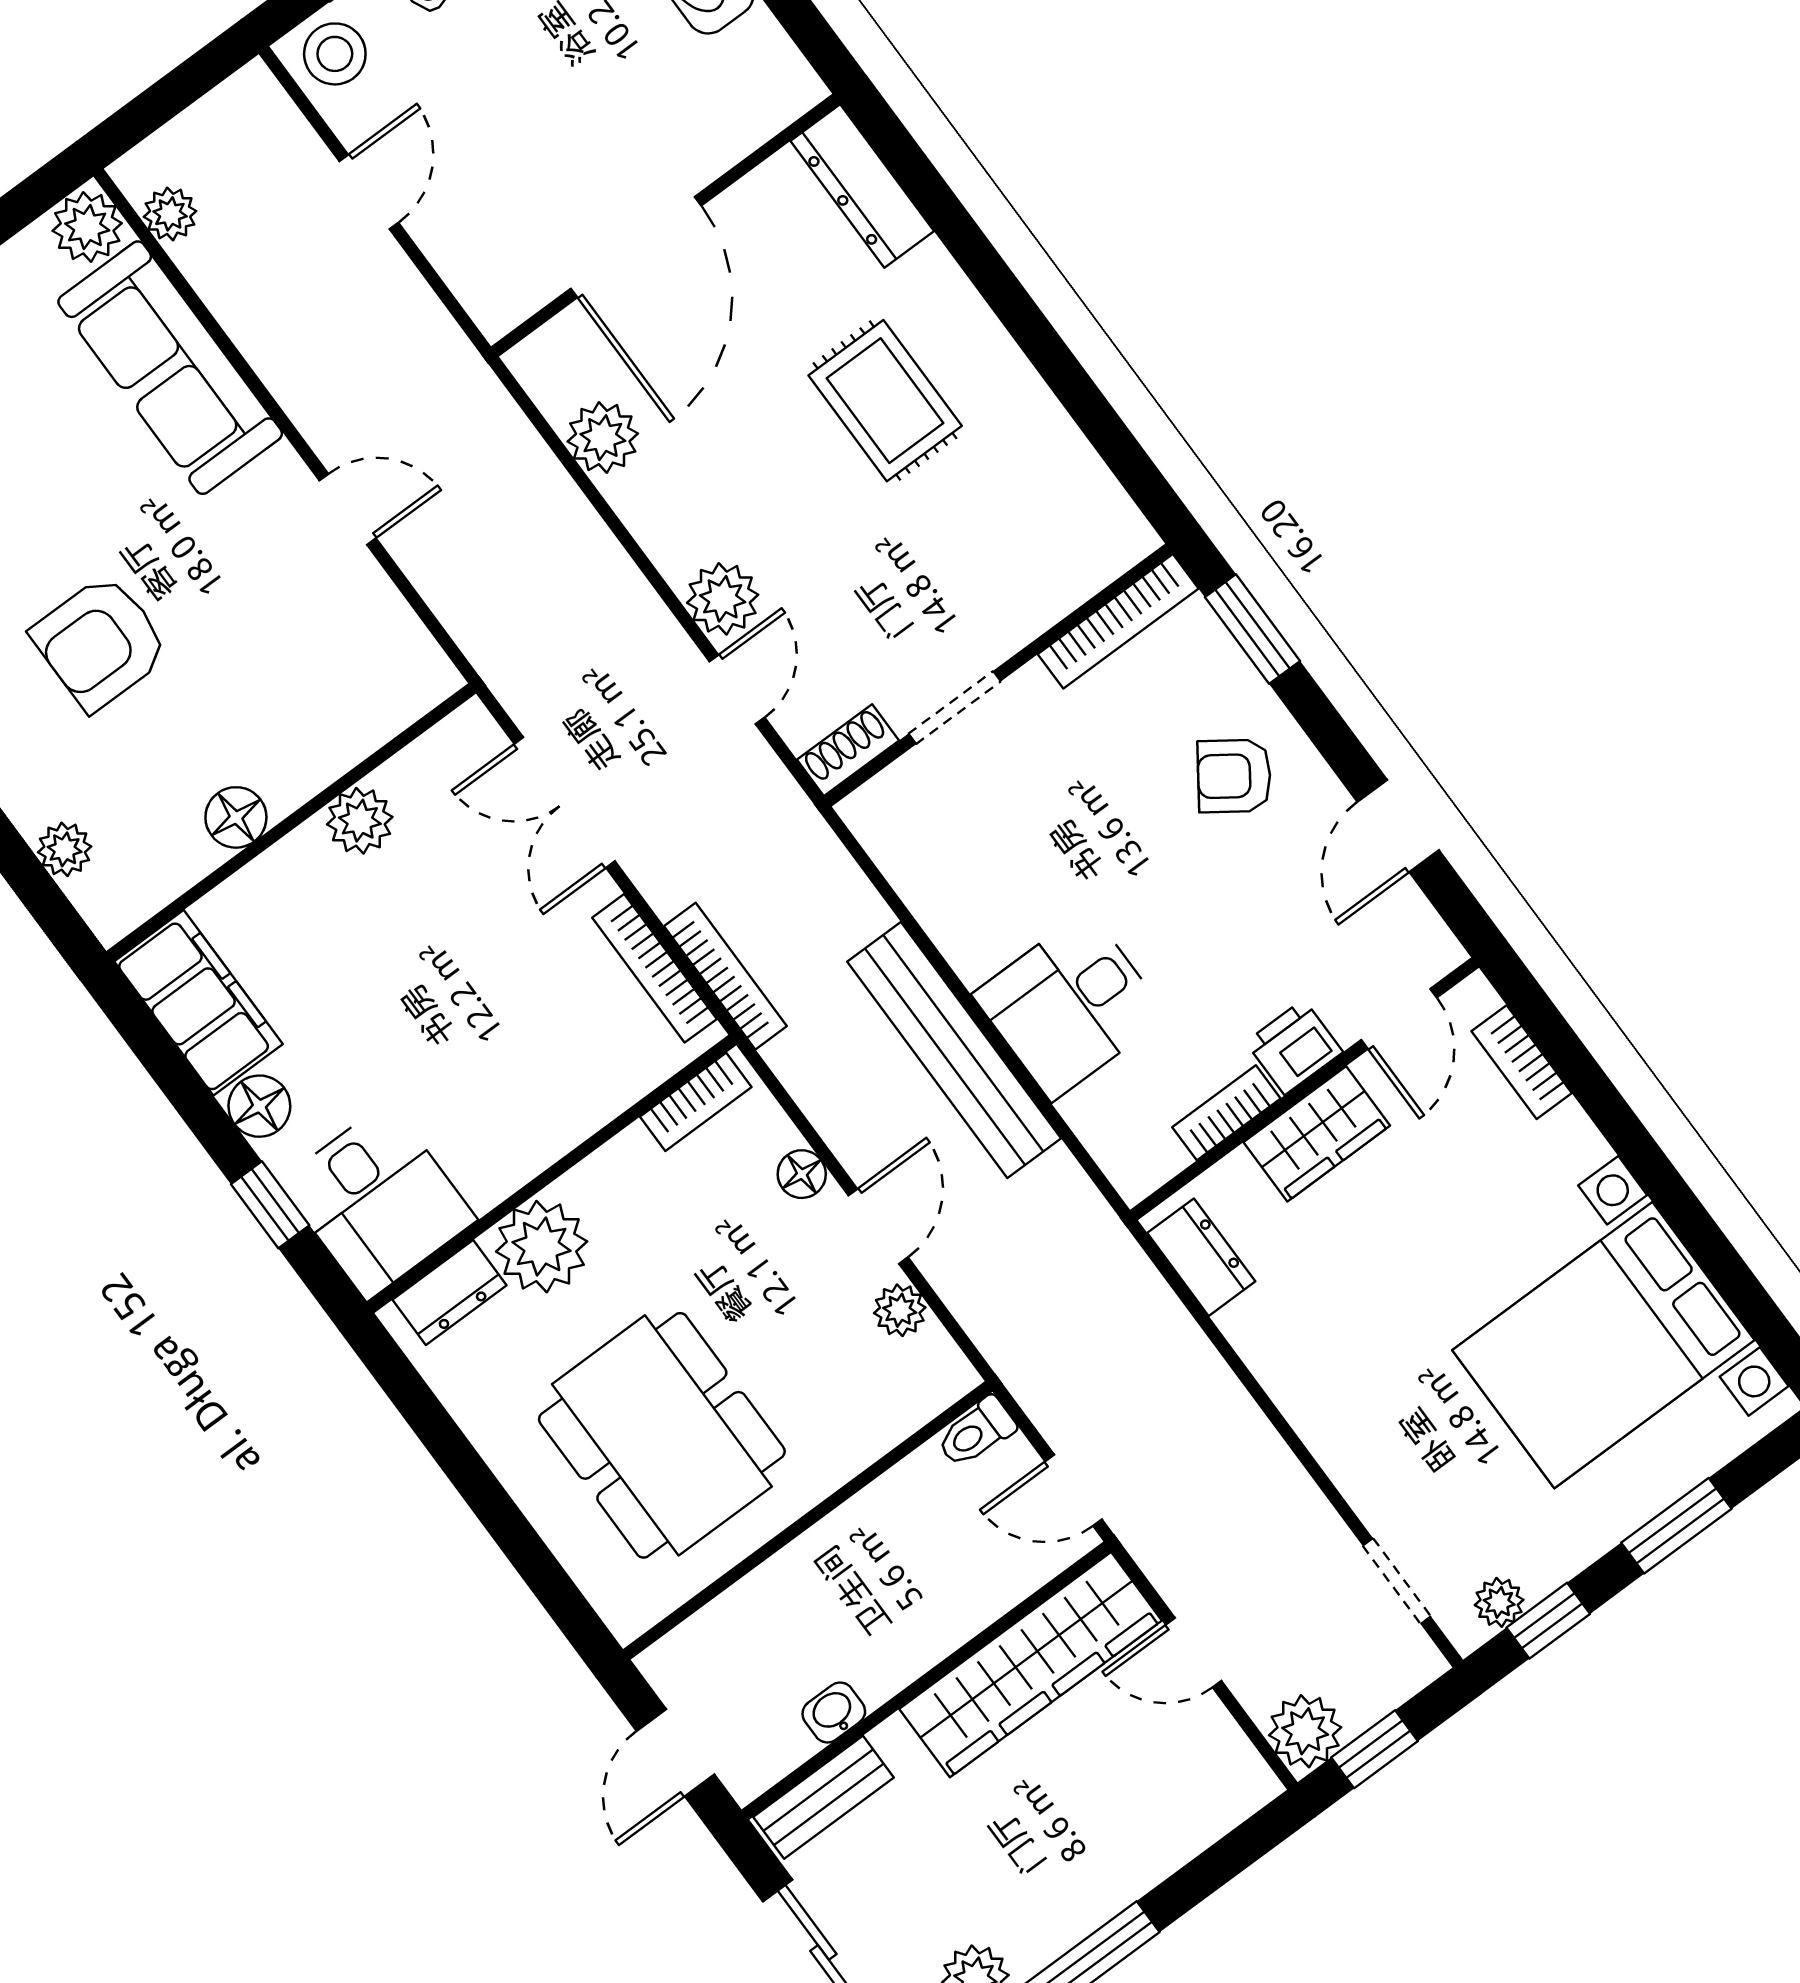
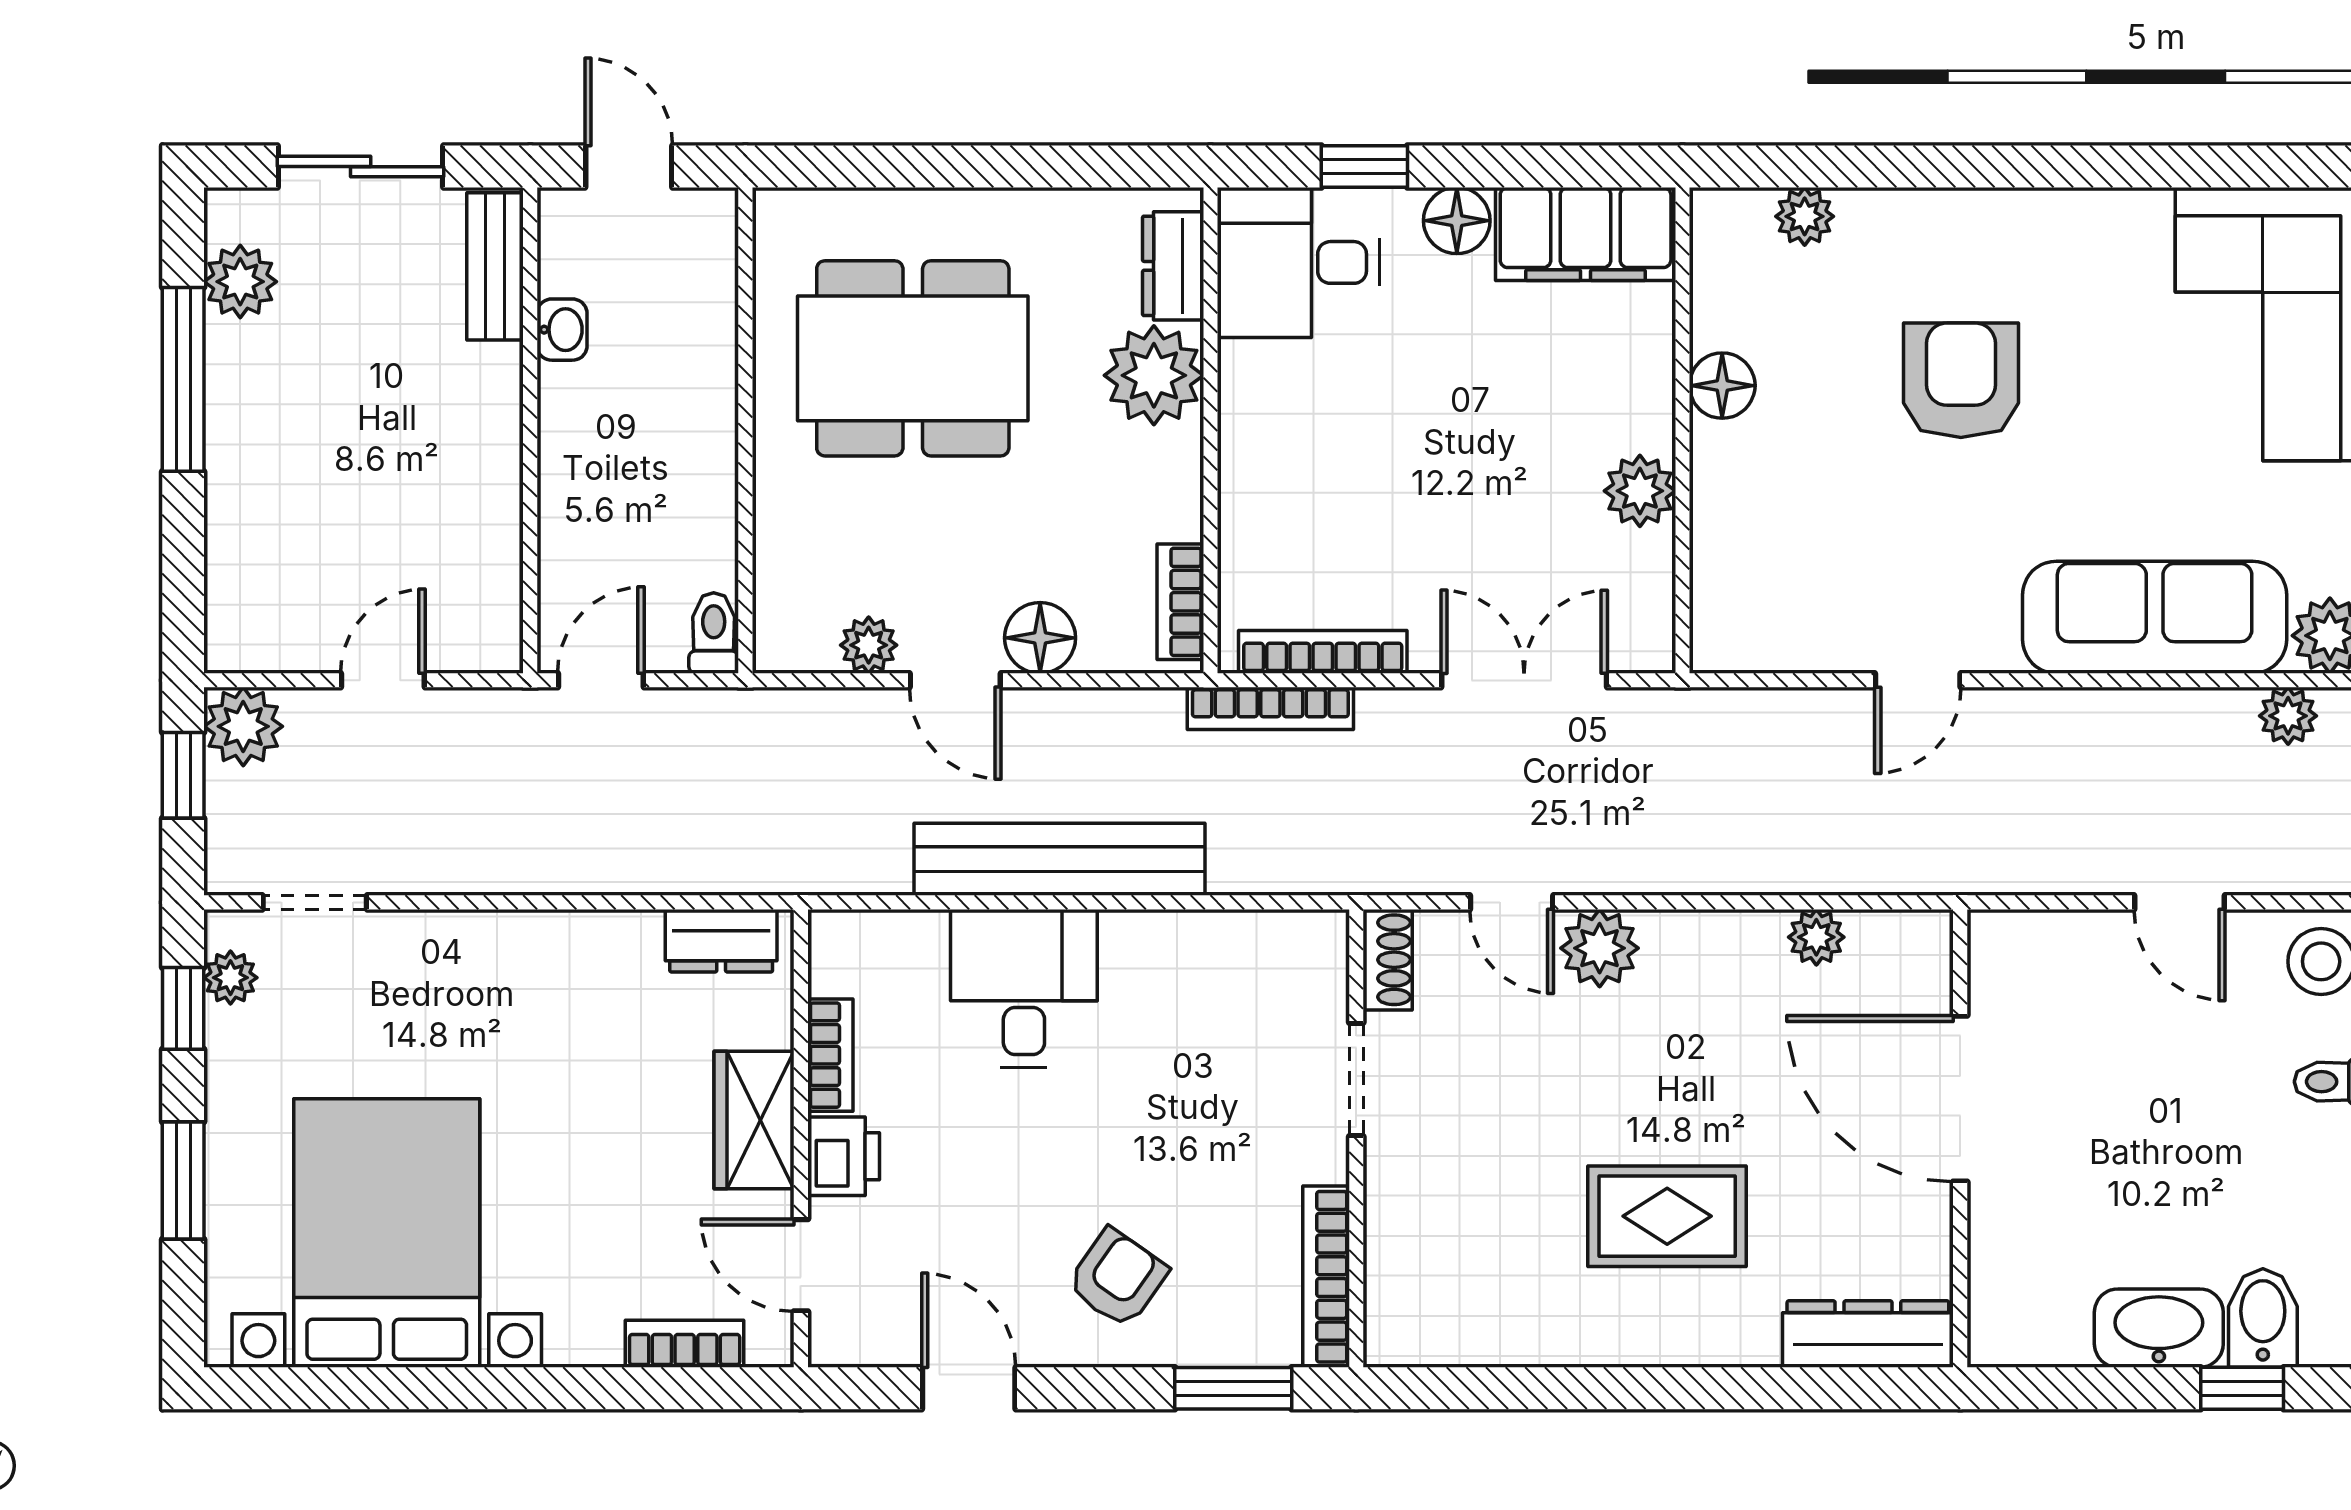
plant: (603, 438) -> (1816, 937), width x0.73, depth x0.73
floor lamp: (802, 1174) -> (1040, 638), width x1.37, depth x1.37
wardrobe: (1031, 1665) -> (477, 531), removed

